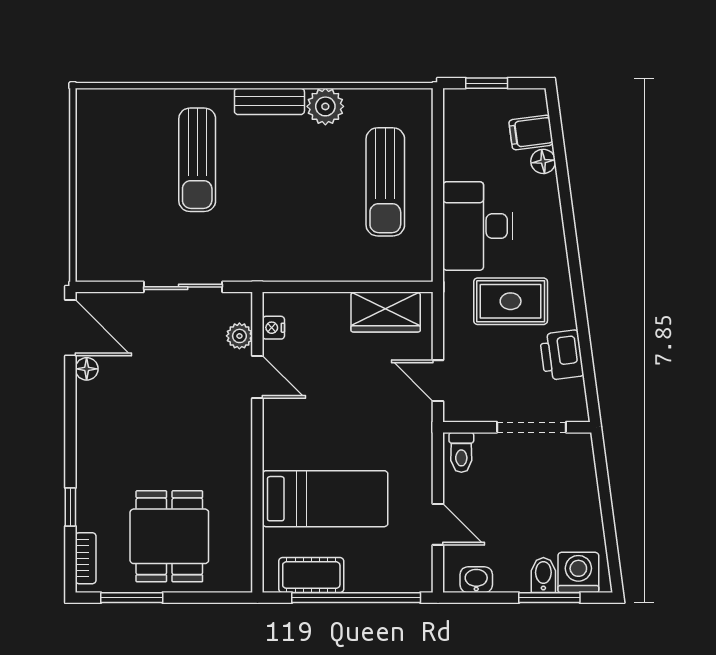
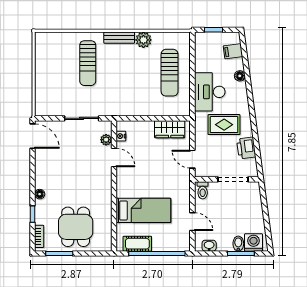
floor lamp: (543, 161) -> (240, 76), moved
floor lamp: (87, 369) -> (40, 194), moved

